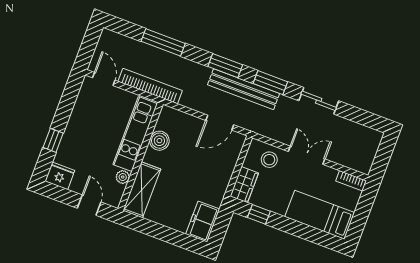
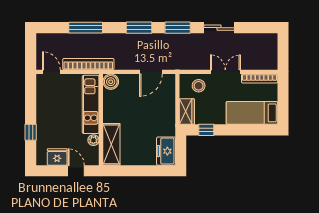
bench: (244, 89) -> (159, 40), removed
boiler: (159, 141) -> (111, 82), moved
fridge: (60, 176) -> (57, 157), moved
bookcase: (351, 181) -> (260, 79), width x1.56

